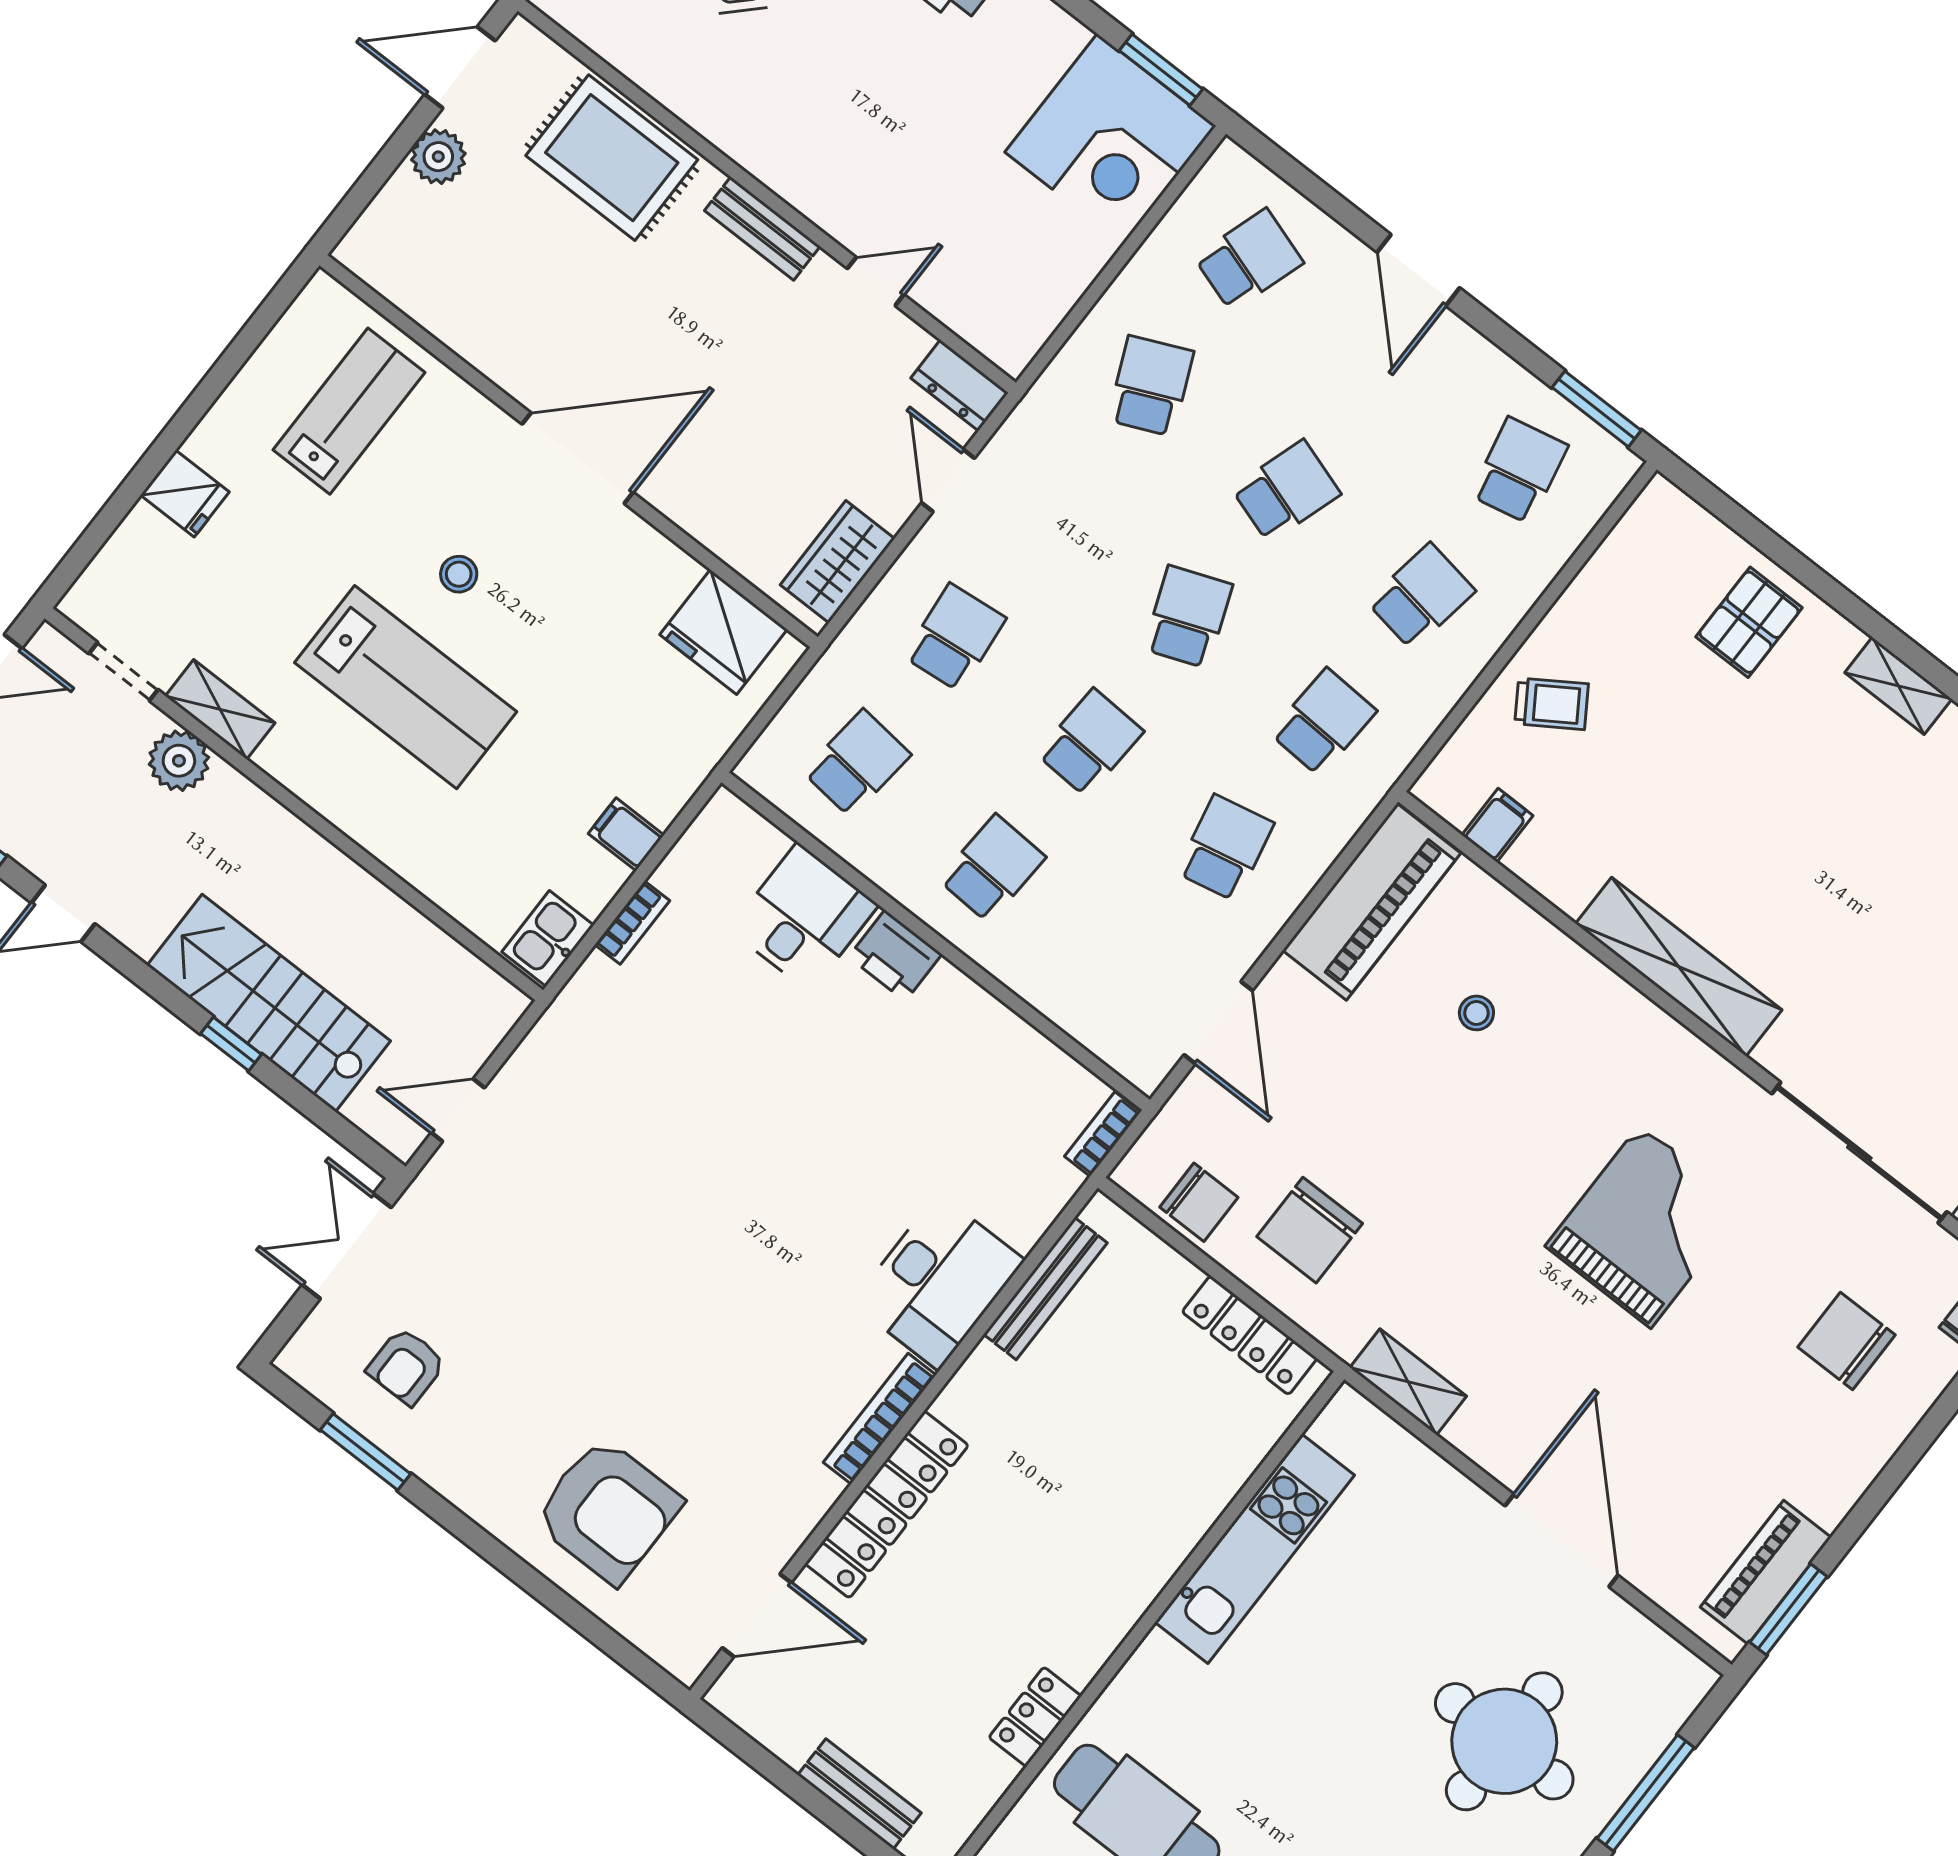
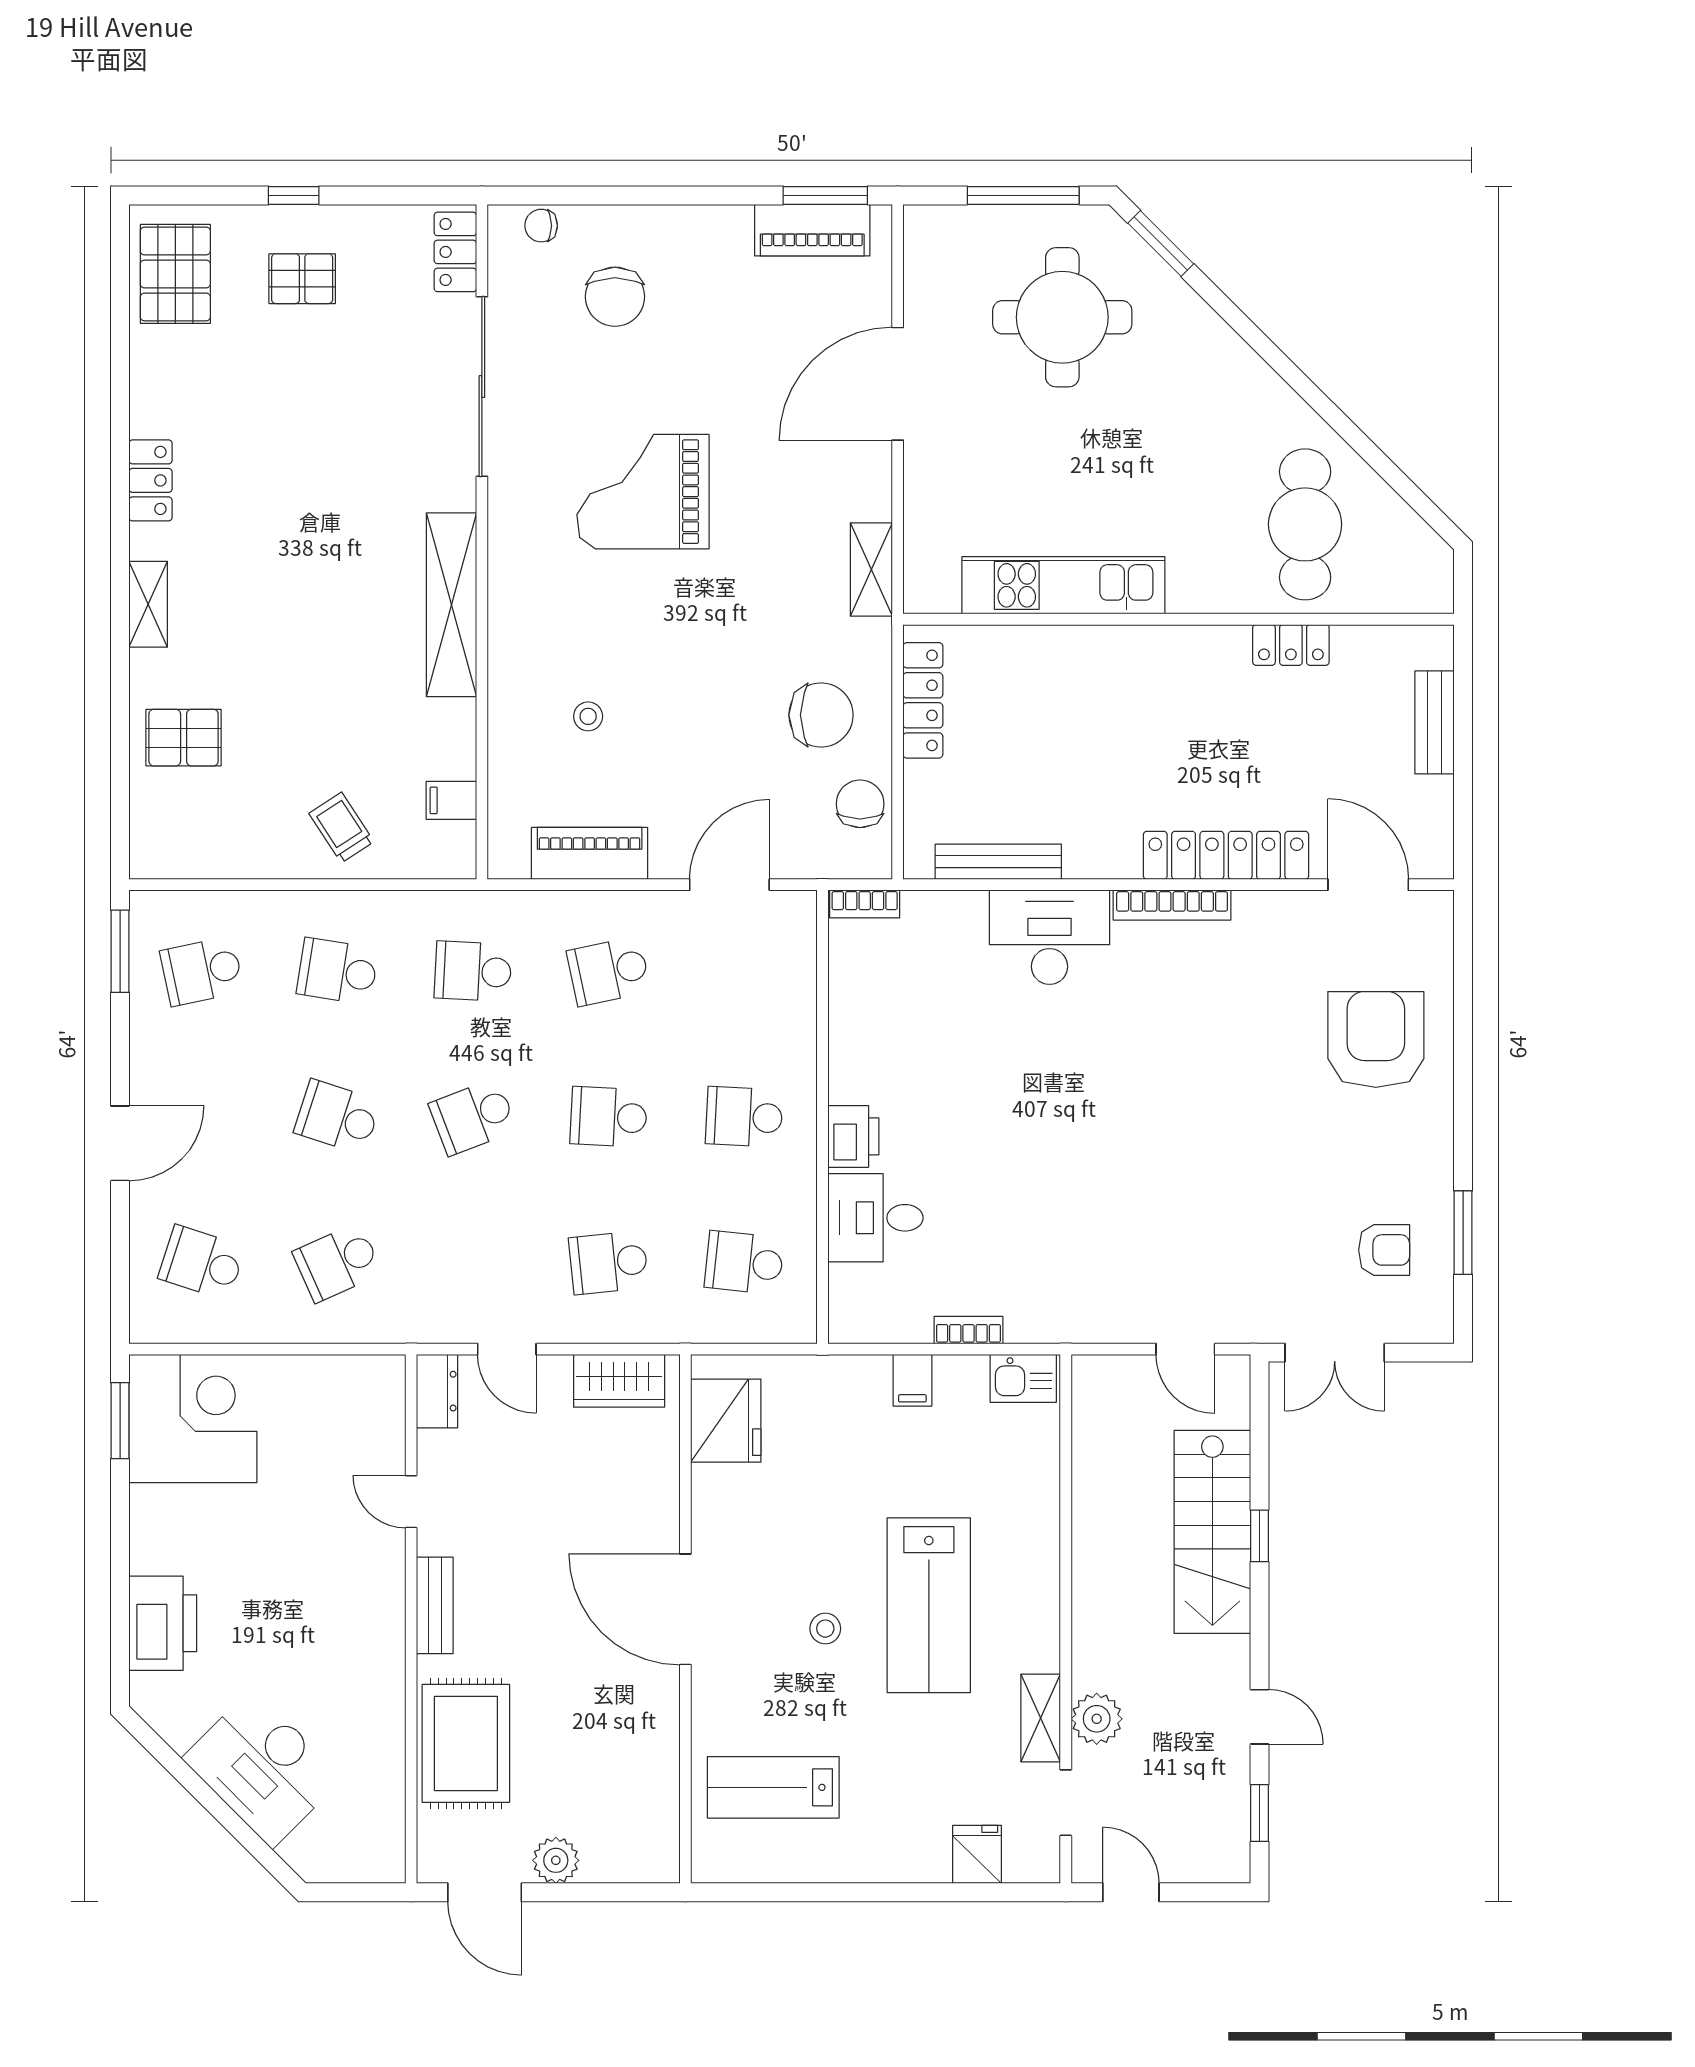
door: (948, 480) -> (507, 1349), hinge flipped
fridge: (185, 494) -> (977, 1854), moved
lab bench: (406, 687) -> (929, 1605), turned 180
piano: (1372, 902) -> (590, 853), width x0.73, depth x0.75

